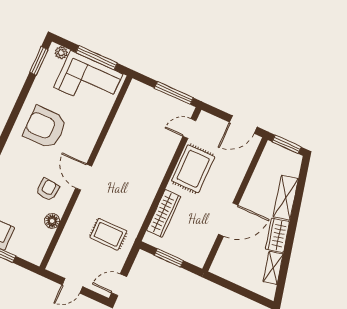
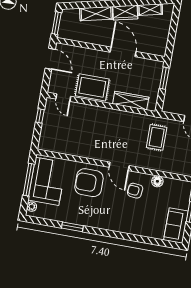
window: (39, 61) -> (72, 227), moved
window: (174, 93) -> (40, 116), width x0.46
armchair: (45, 127) -> (89, 183), moved, turned 90
door: (84, 177) -> (119, 166), hinge flipped
window: (169, 258) -> (164, 78), moved

